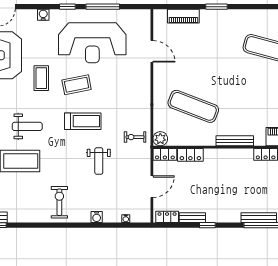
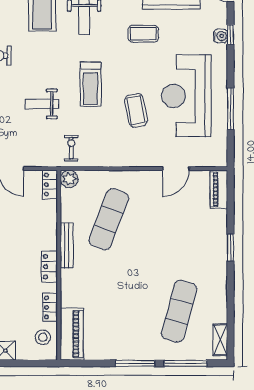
window: (67, 7) -> (230, 35), moved
piano: (183, 16) -> (219, 189), moved
coffee table: (77, 85) -> (136, 110), moved
bench: (235, 141) -> (67, 245), moved
locker: (190, 155) -> (49, 267), moved

